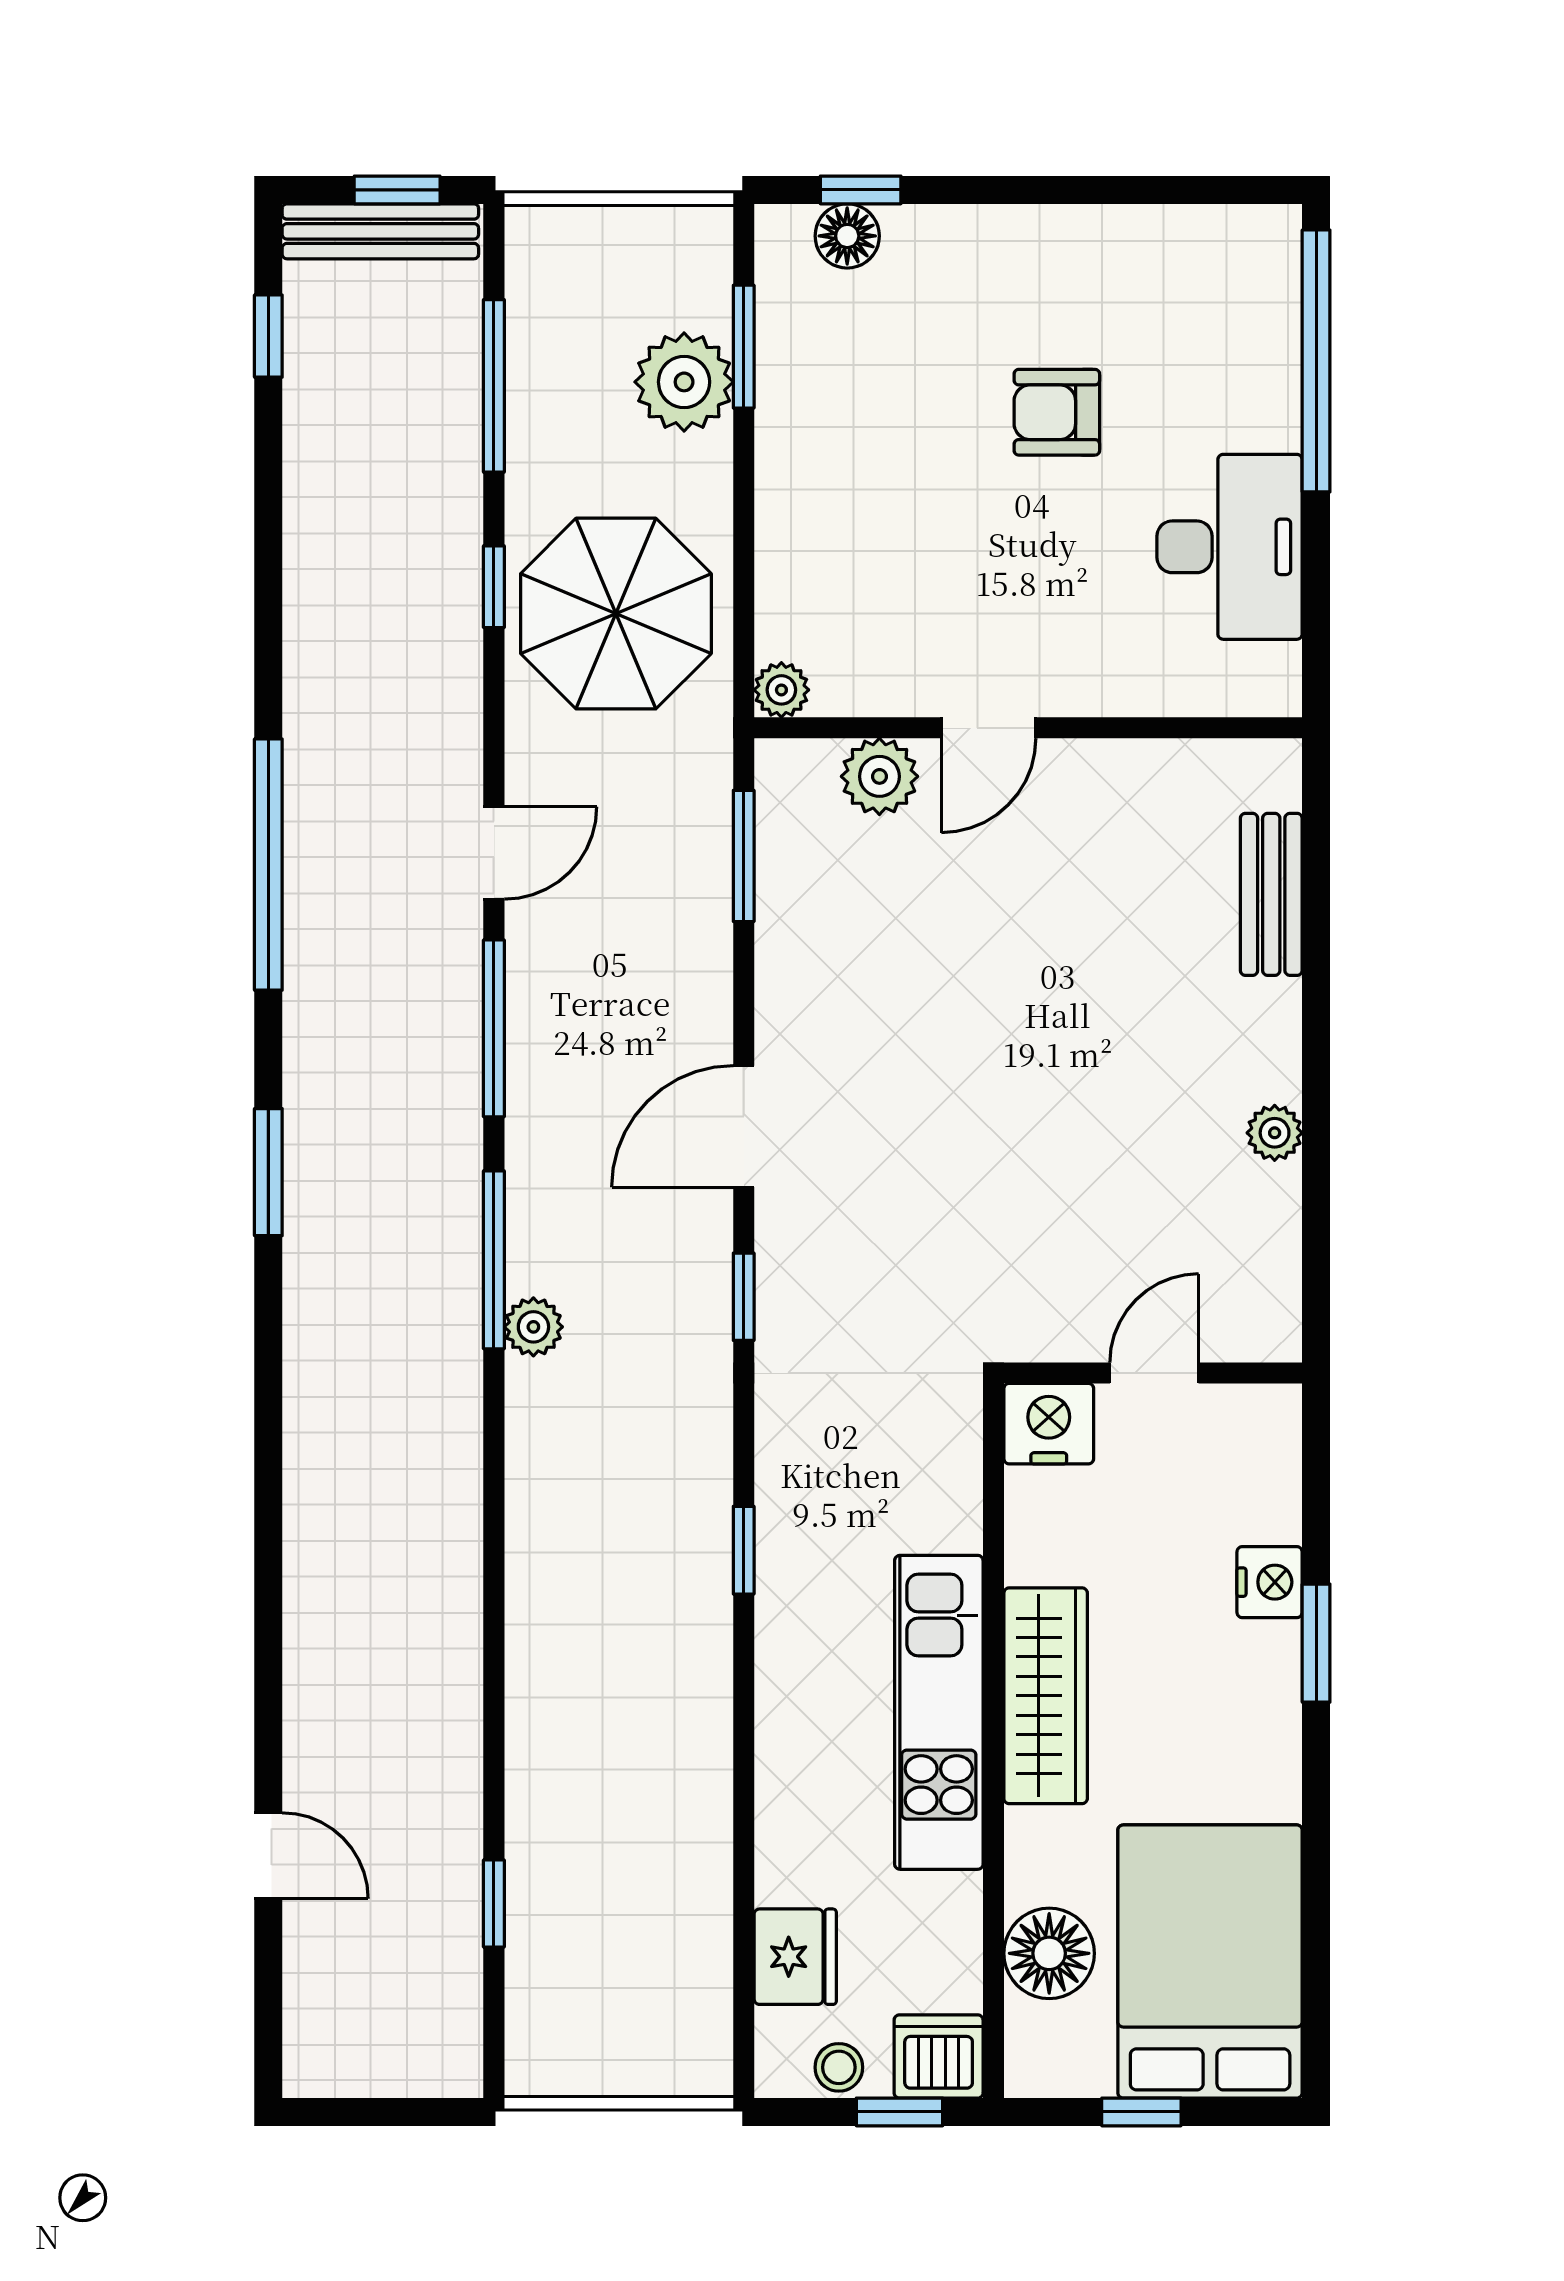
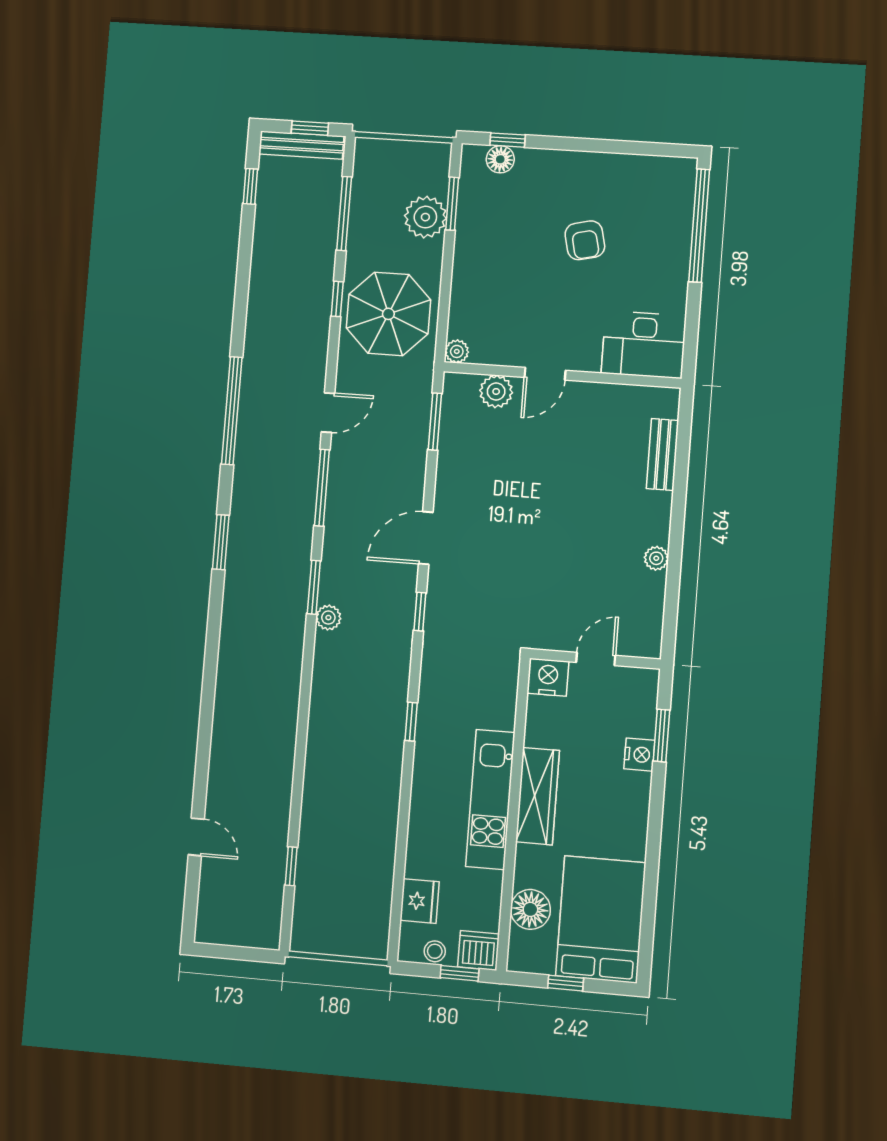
armchair: (1057, 412) -> (585, 240), turned -103
desk: (1230, 547) -> (644, 345), moved, turned 90
window: (494, 1260) -> (314, 587), width x0.69
window: (1316, 1643) -> (661, 736), moved

